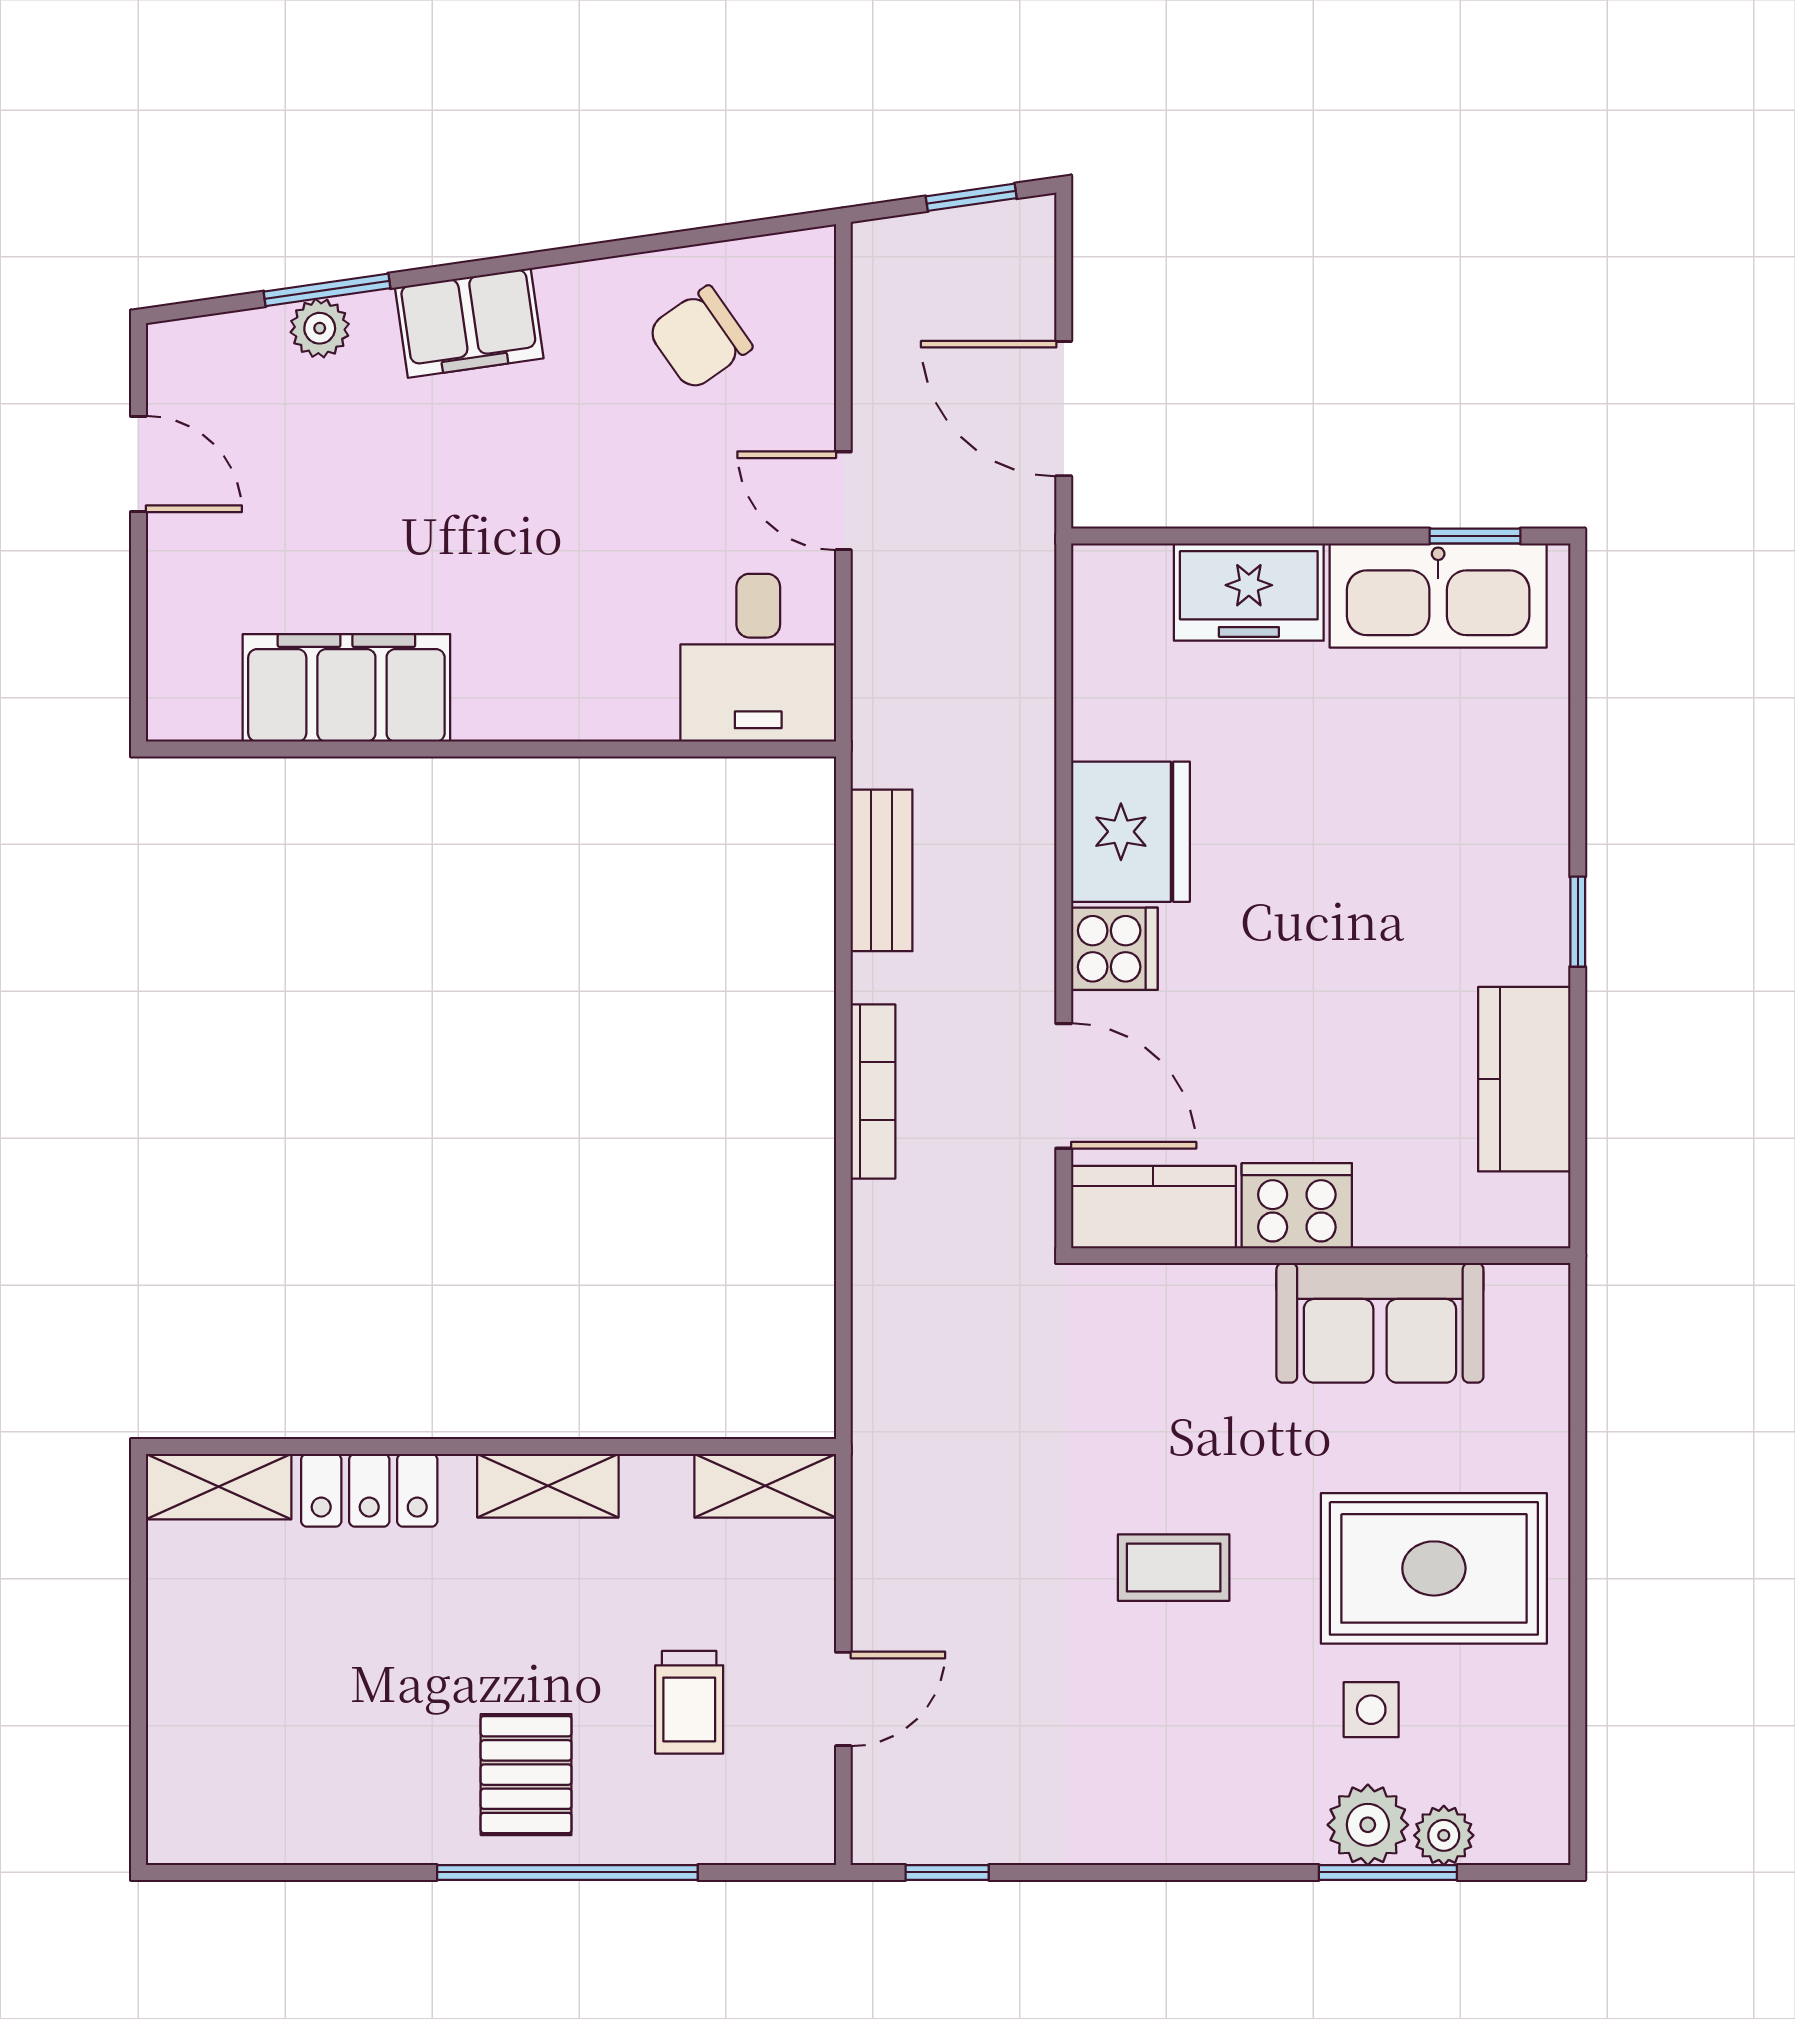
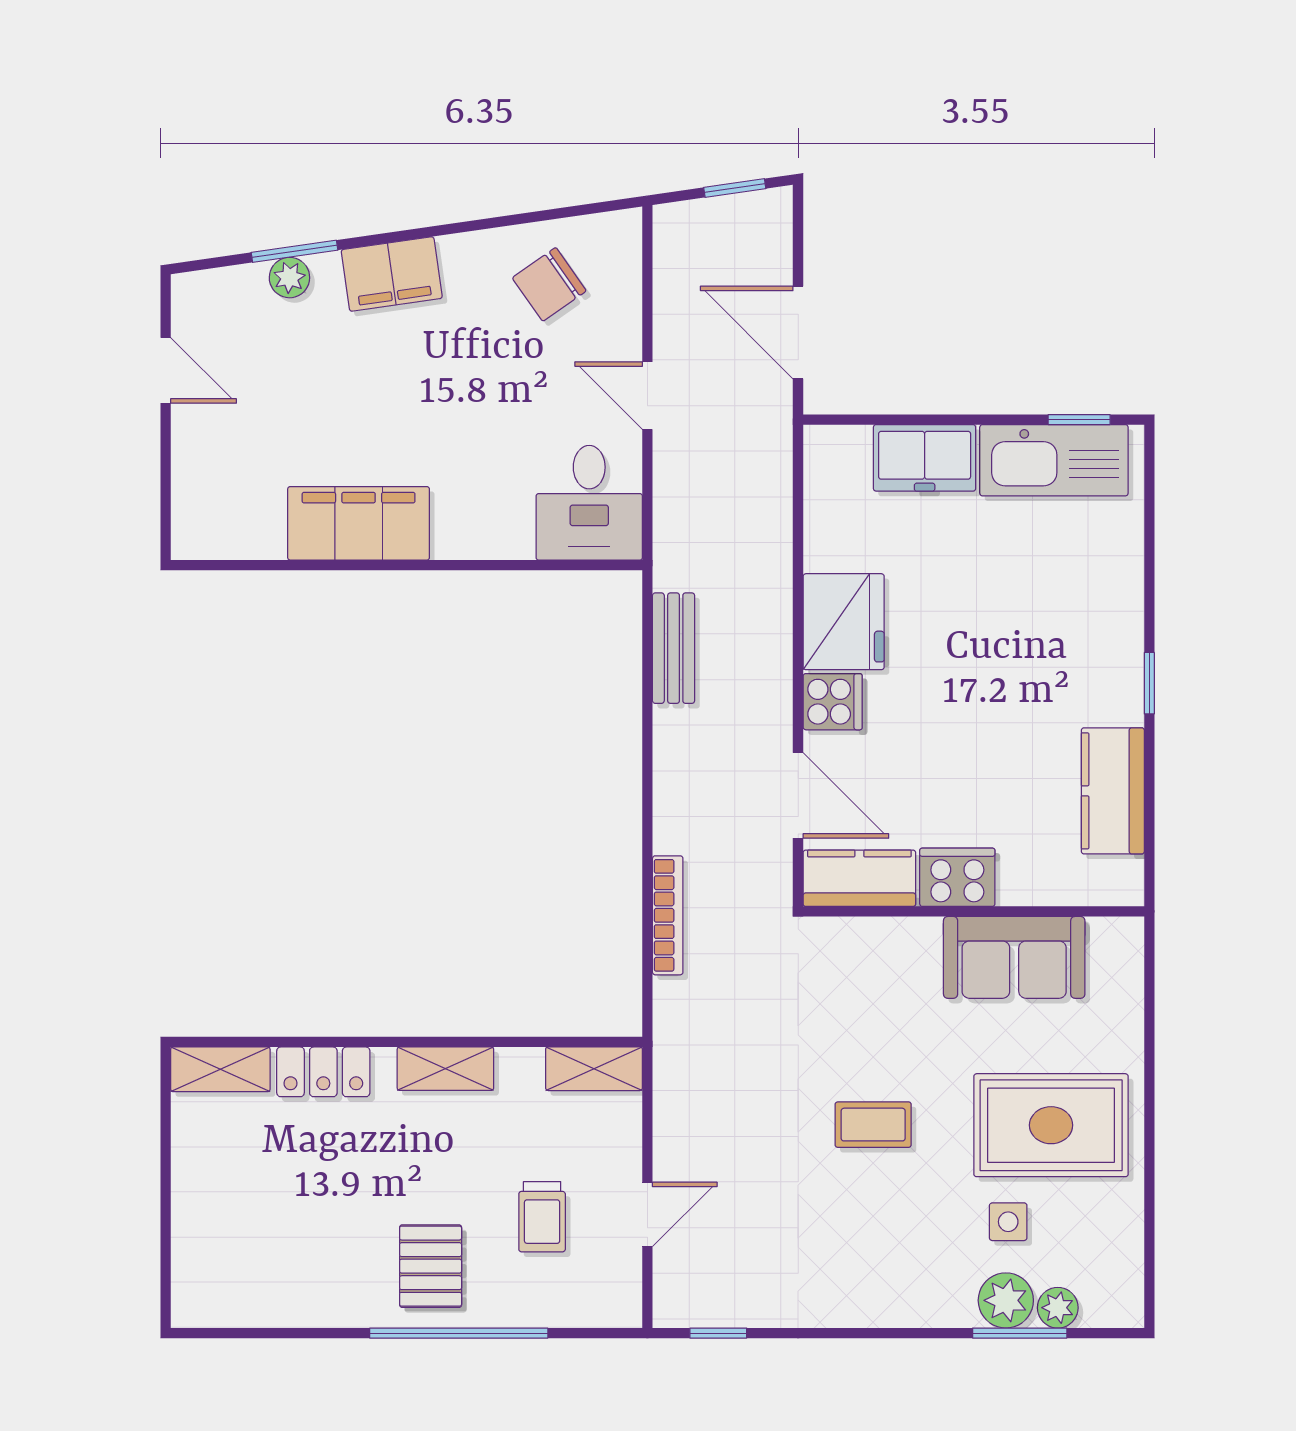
filing cabinet: (346, 688) -> (359, 523), moved
bookcase: (873, 1091) -> (668, 915), moved

